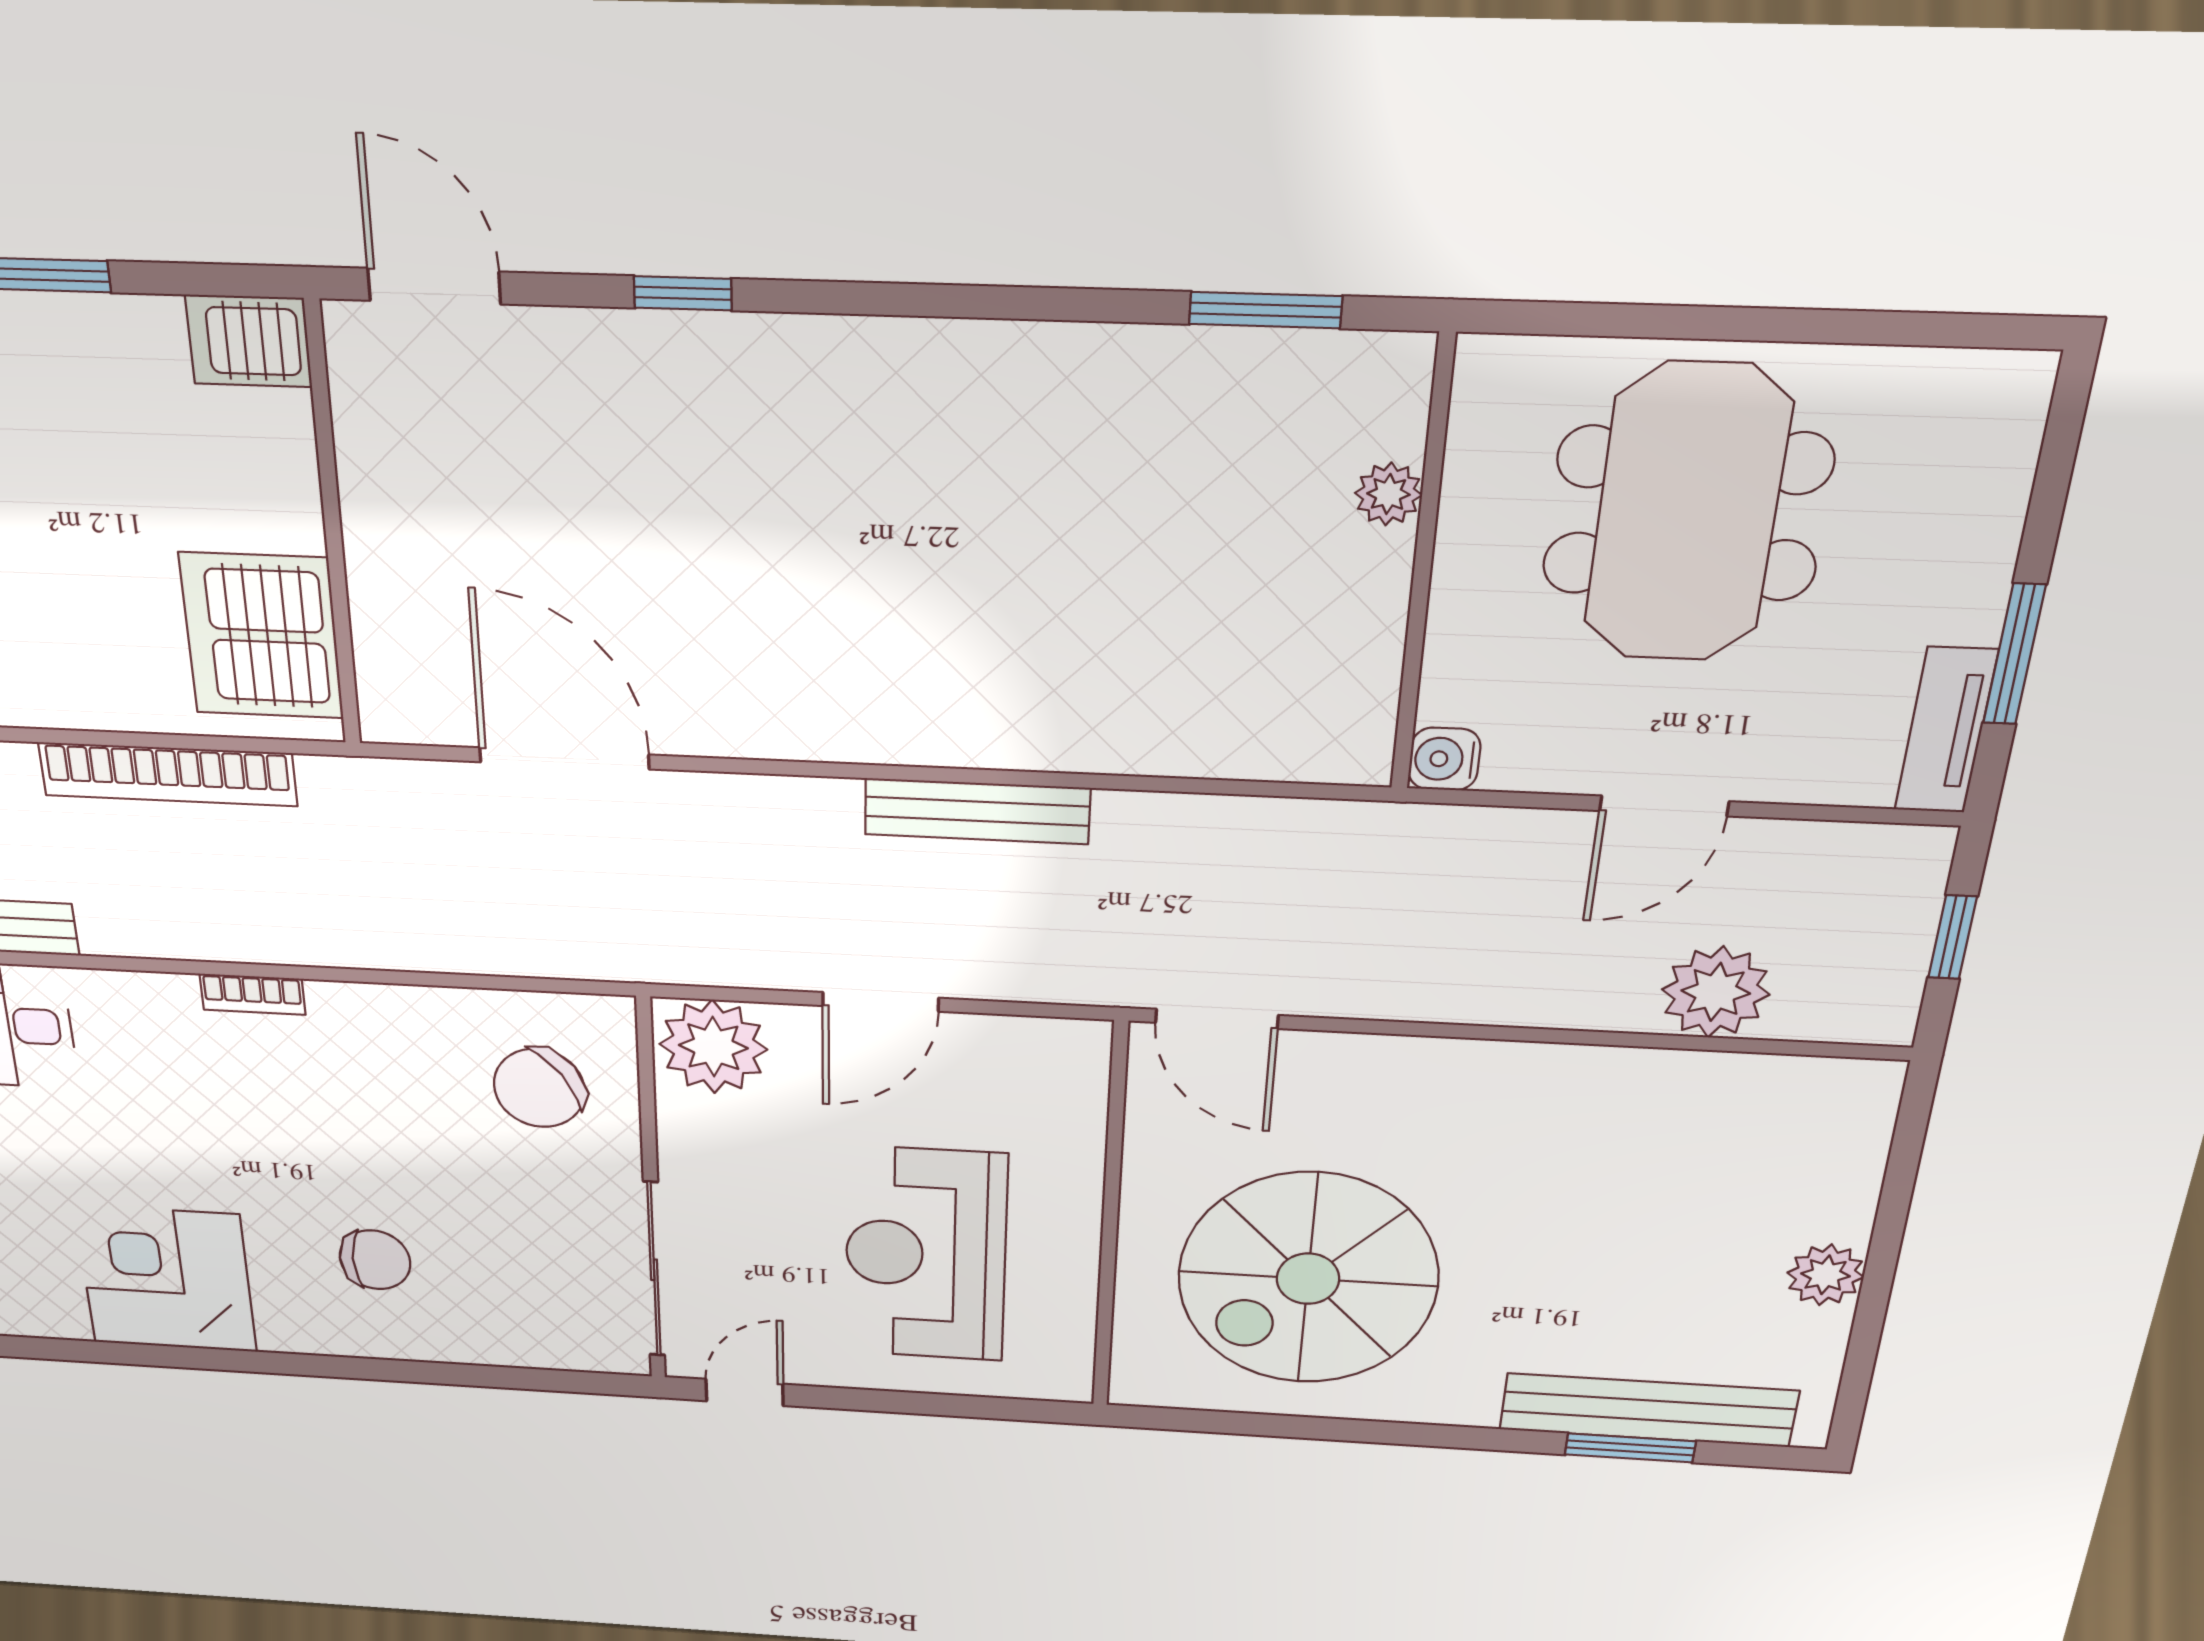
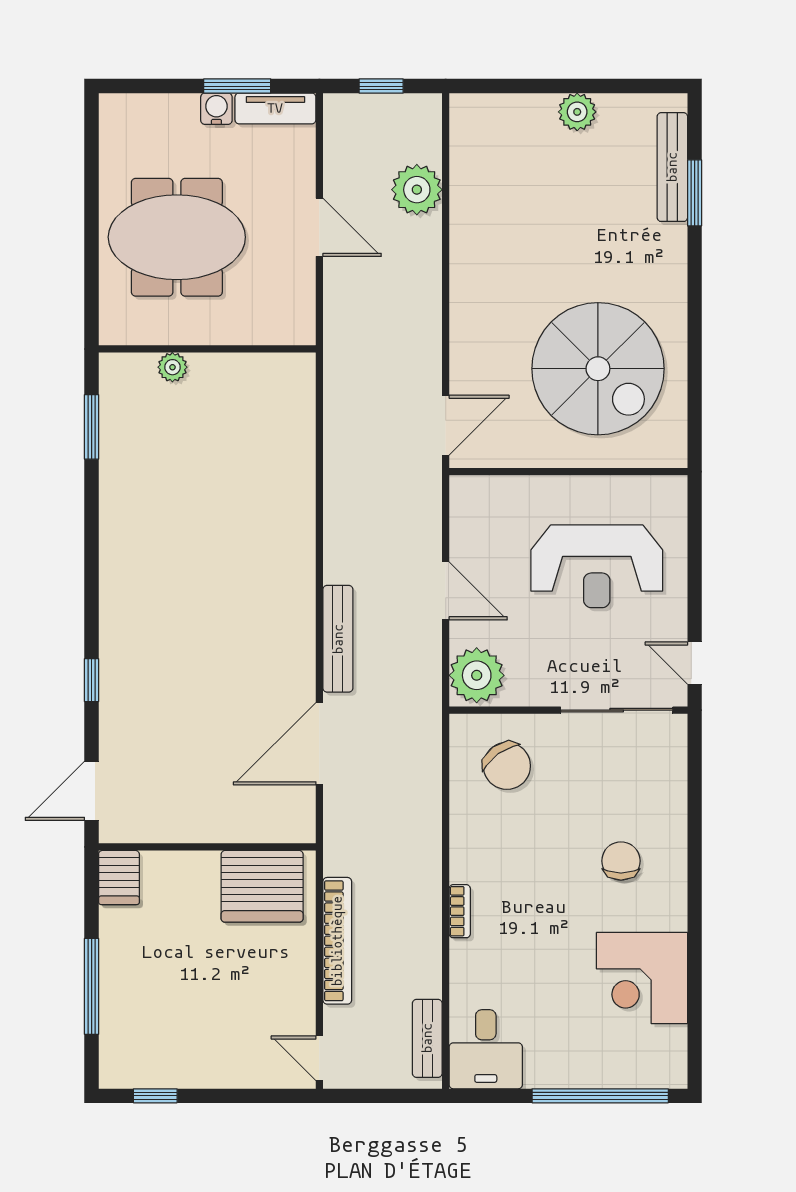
water cooler: (1444, 759) -> (216, 109), moved, turned 180
bench: (977, 811) -> (338, 639), moved
bench: (1648, 1410) -> (672, 167), width x0.73, depth x0.82

